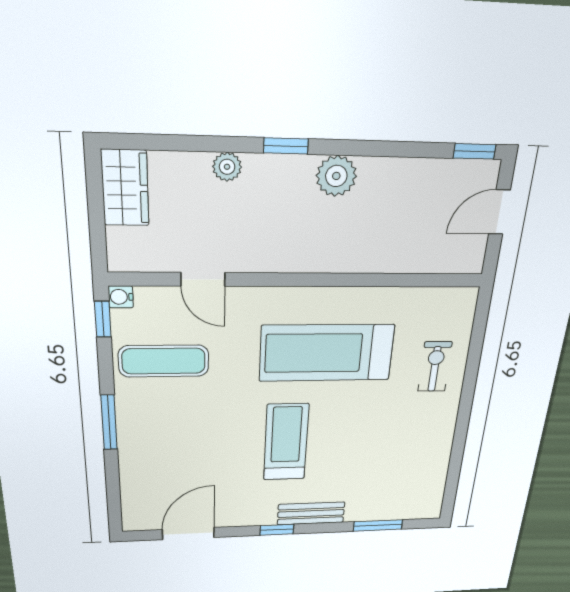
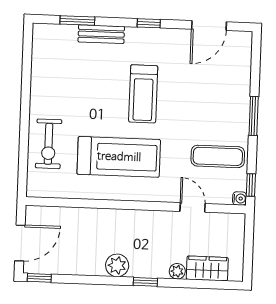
wardrobe: (125, 188) -> (207, 268), moved, turned 90
door: (499, 212) -> (20, 243), width x1.38
exercise bike: (435, 367) -> (49, 144), width x1.38, depth x1.39
bench: (311, 513) -> (101, 34), moved

